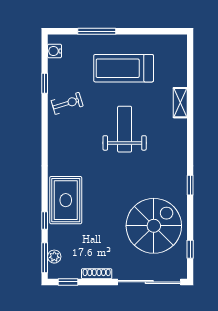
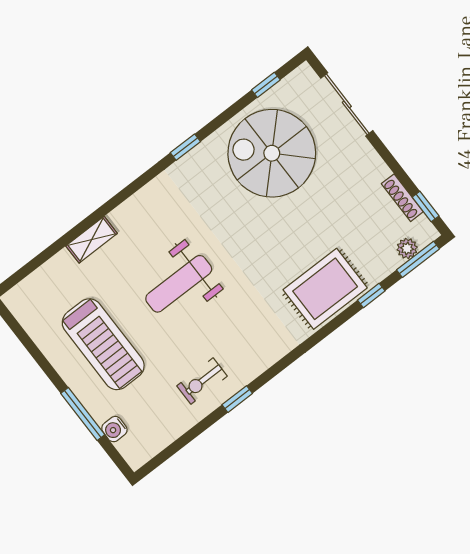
water cooler: (55, 51) -> (114, 429), moved, turned 90
window: (45, 83) -> (237, 399), moved
exercise bike: (67, 103) -> (202, 381), turned -73
shoe rack: (97, 274) -> (402, 198), moved
sliding door: (149, 282) -> (347, 104), width x0.73

